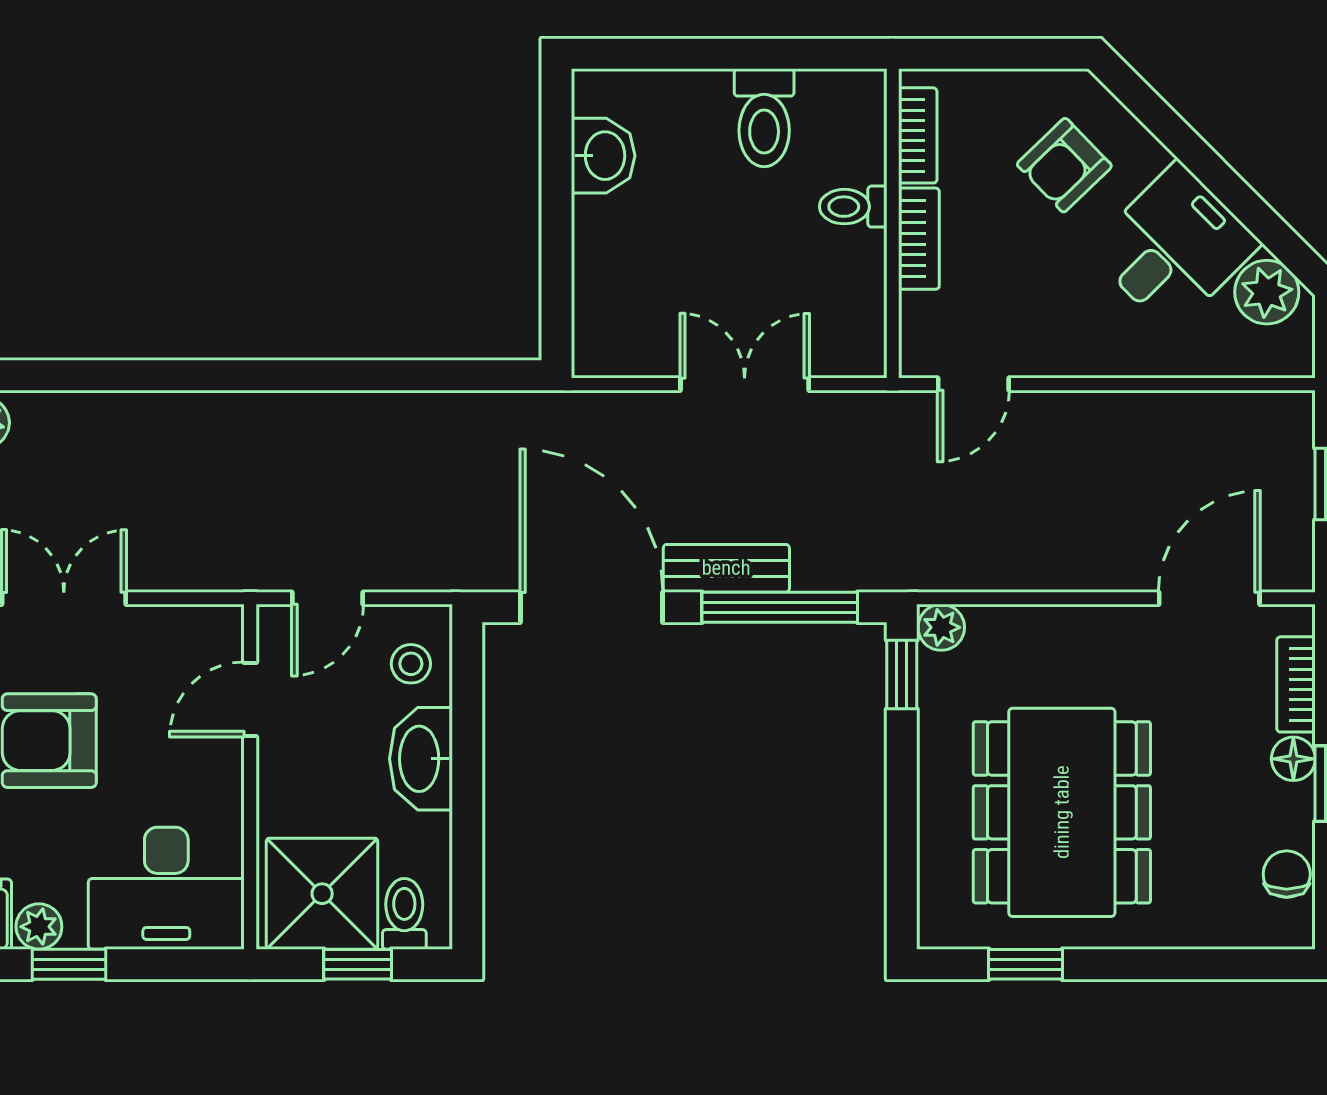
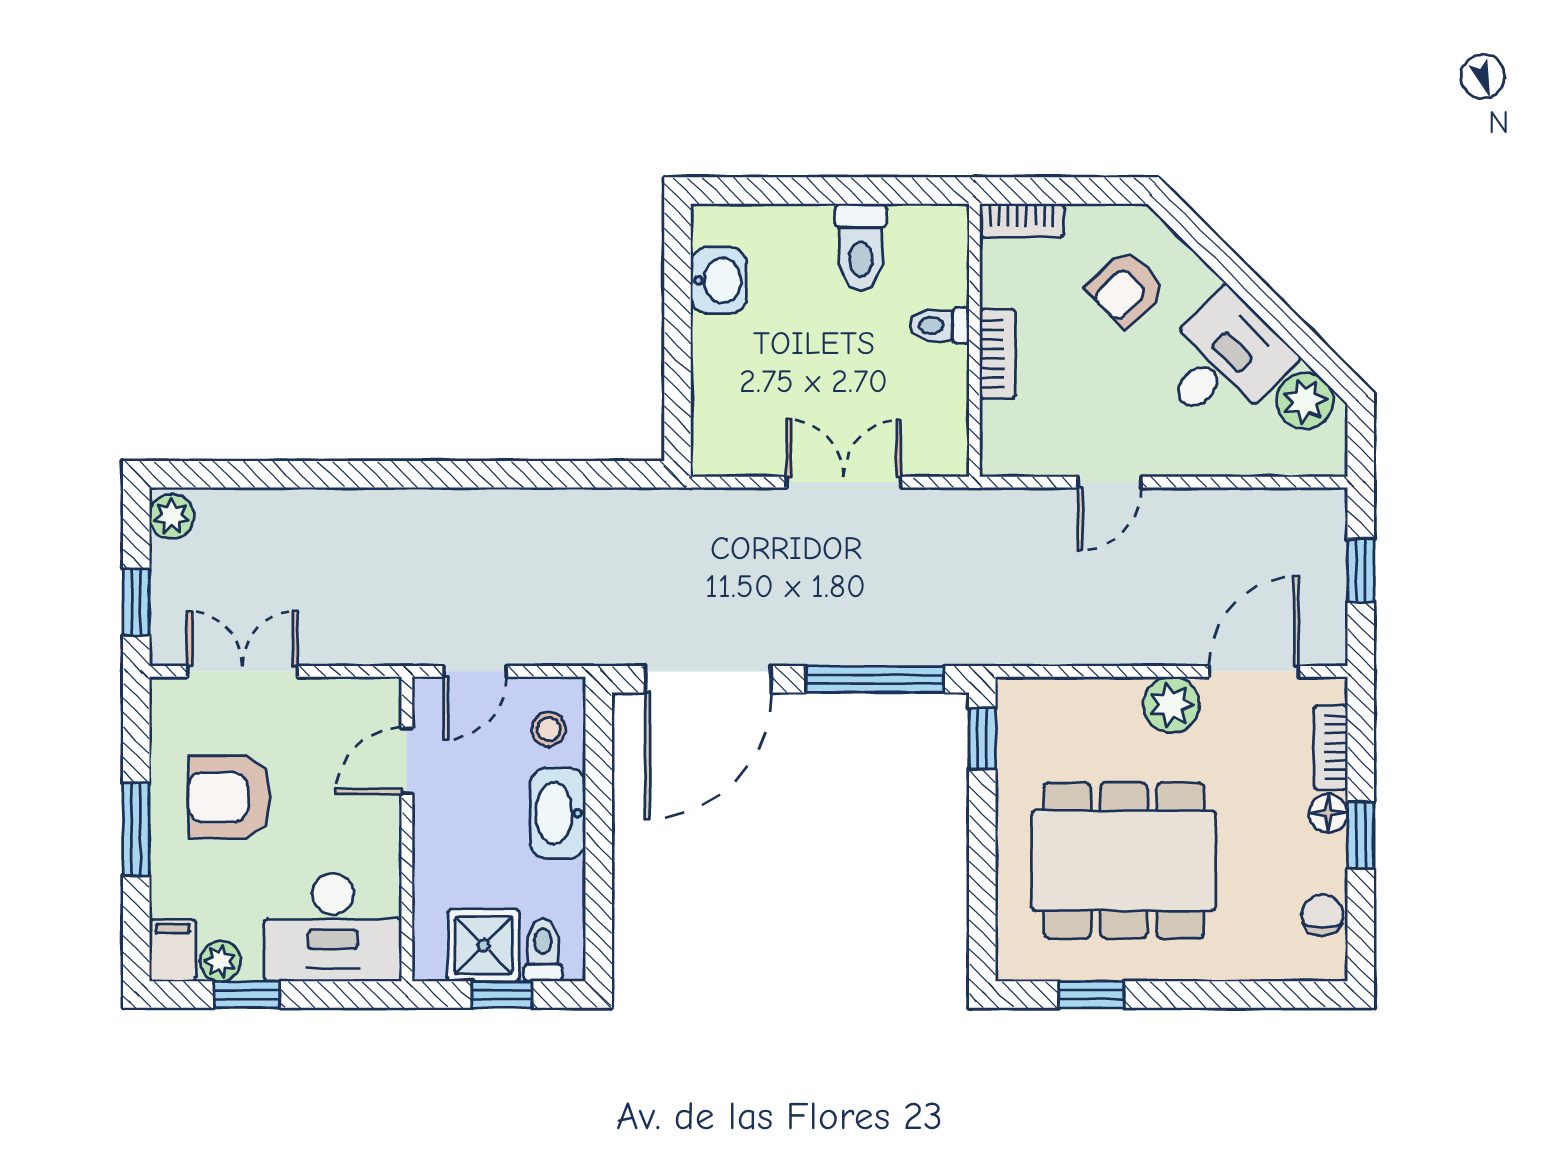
bookcase: (918, 135) -> (1022, 221), moved, turned 90
door: (973, 384) -> (1109, 482), moved
bench: (726, 568) -> (827, 645), removed
door: (592, 607) -> (708, 679), swing flipped
plant: (941, 627) -> (1171, 705), moved, width x1.38, depth x1.38
dining table: (1062, 812) -> (1124, 860), turned 90
shower: (322, 894) -> (484, 945), width x0.73, depth x0.73

